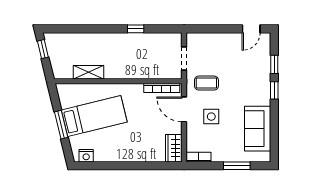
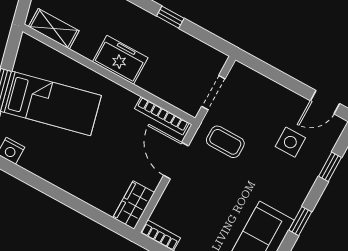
freezer: (120, 69) -> (120, 60), added
shelving: (88, 72) -> (54, 29), moved
window: (274, 90) -> (300, 221), moved
side table: (211, 117) -> (290, 142), moved

